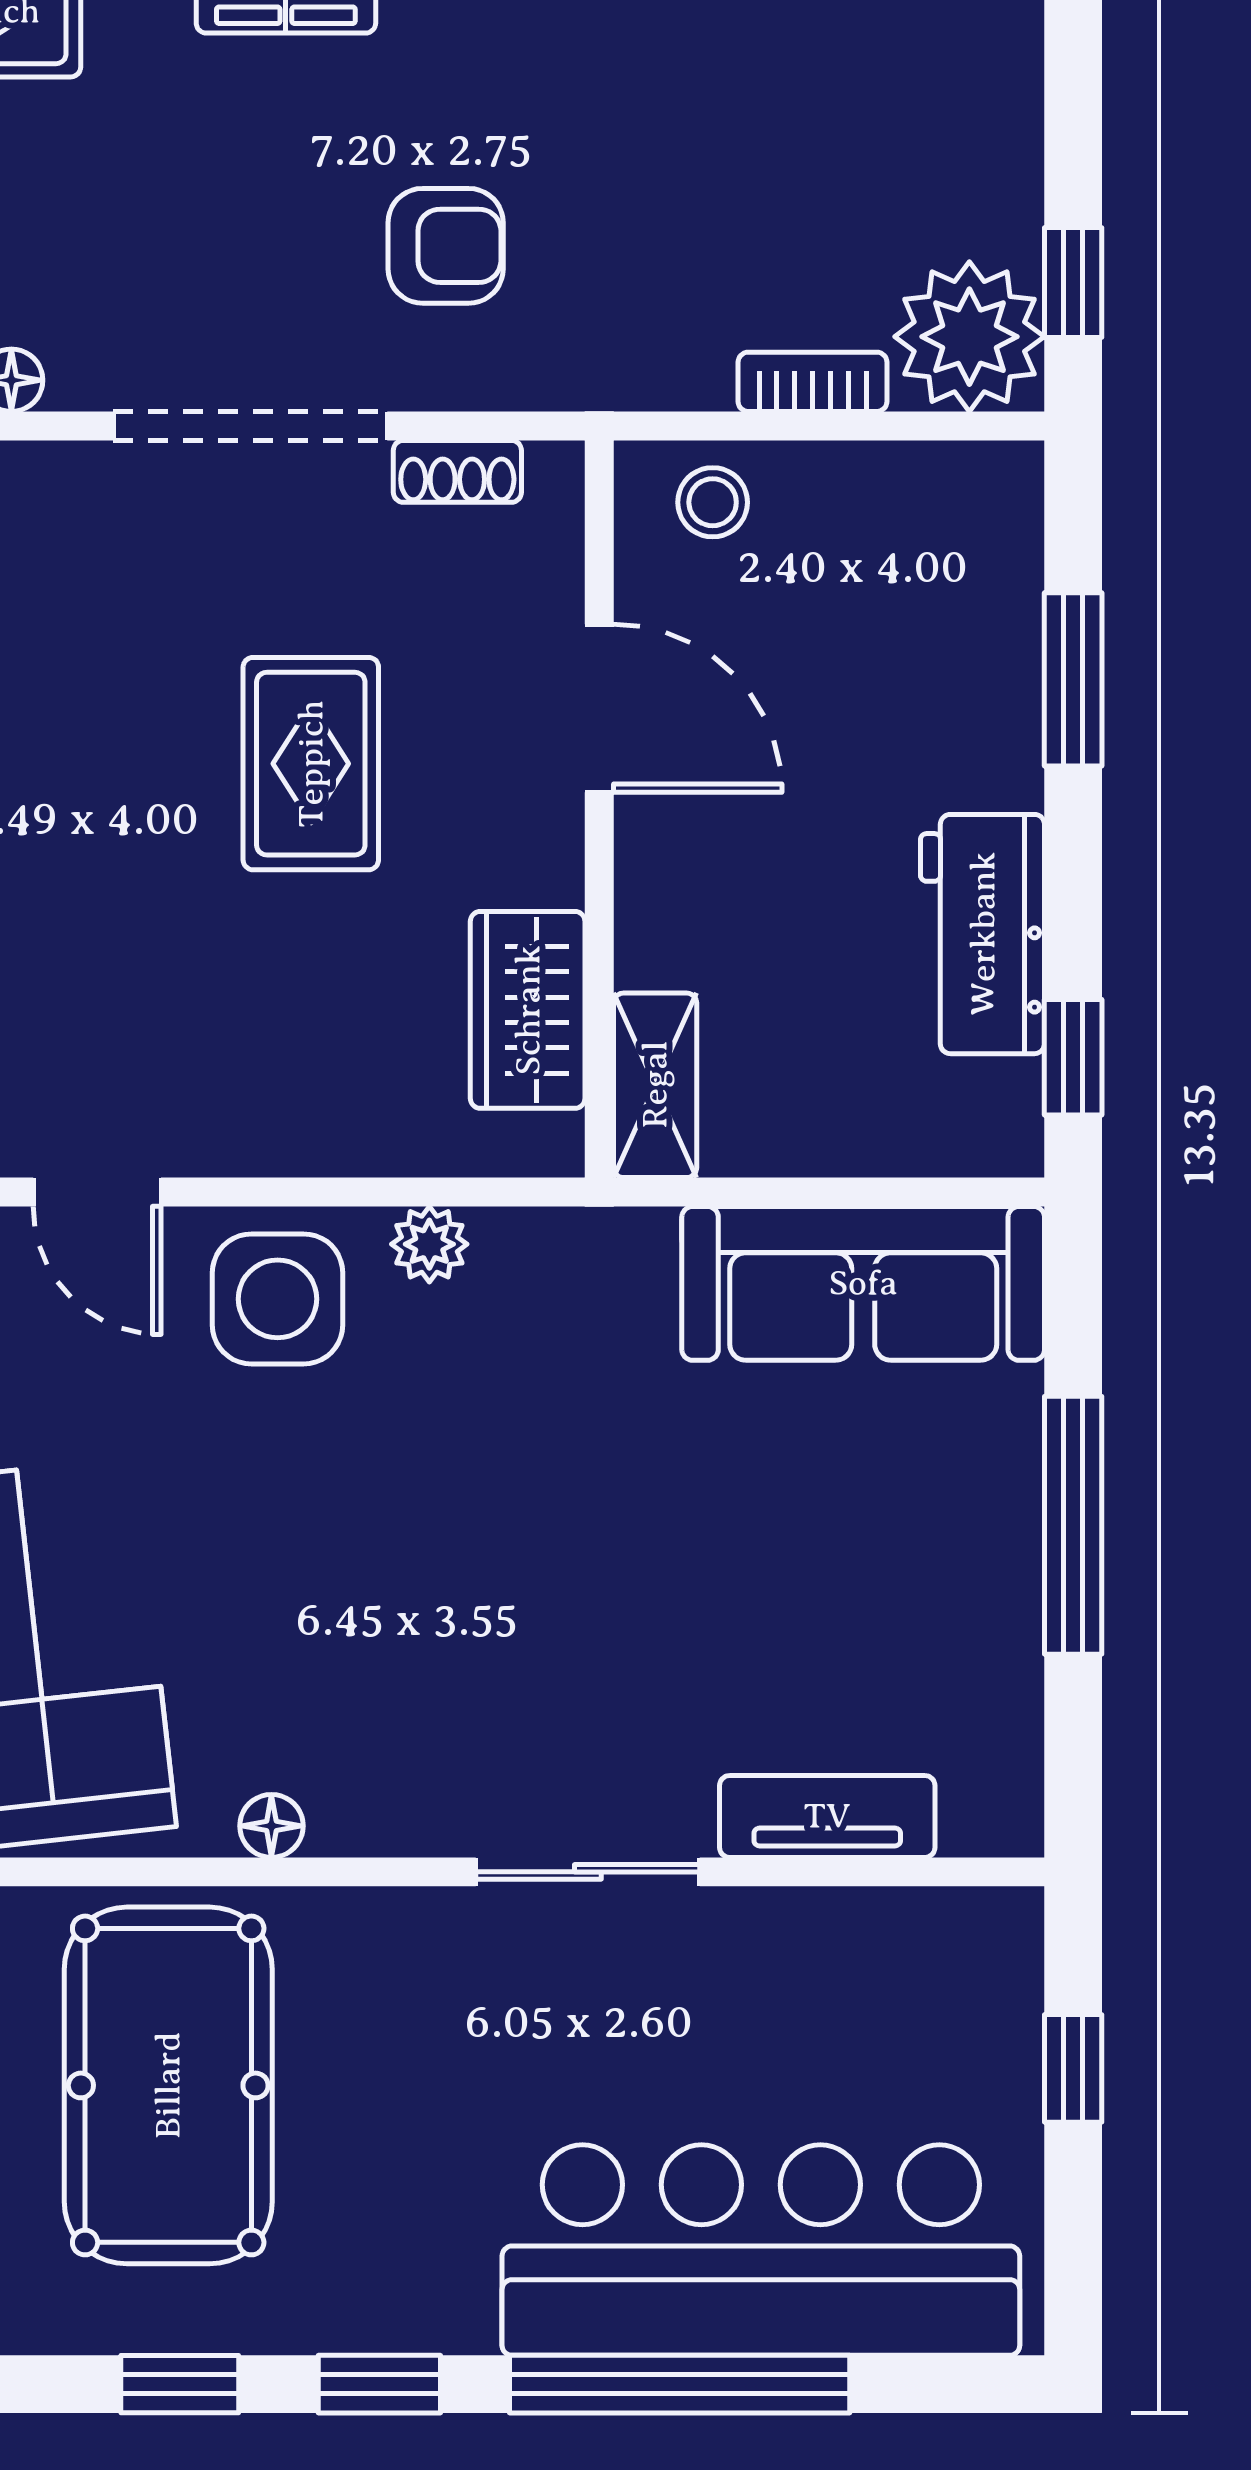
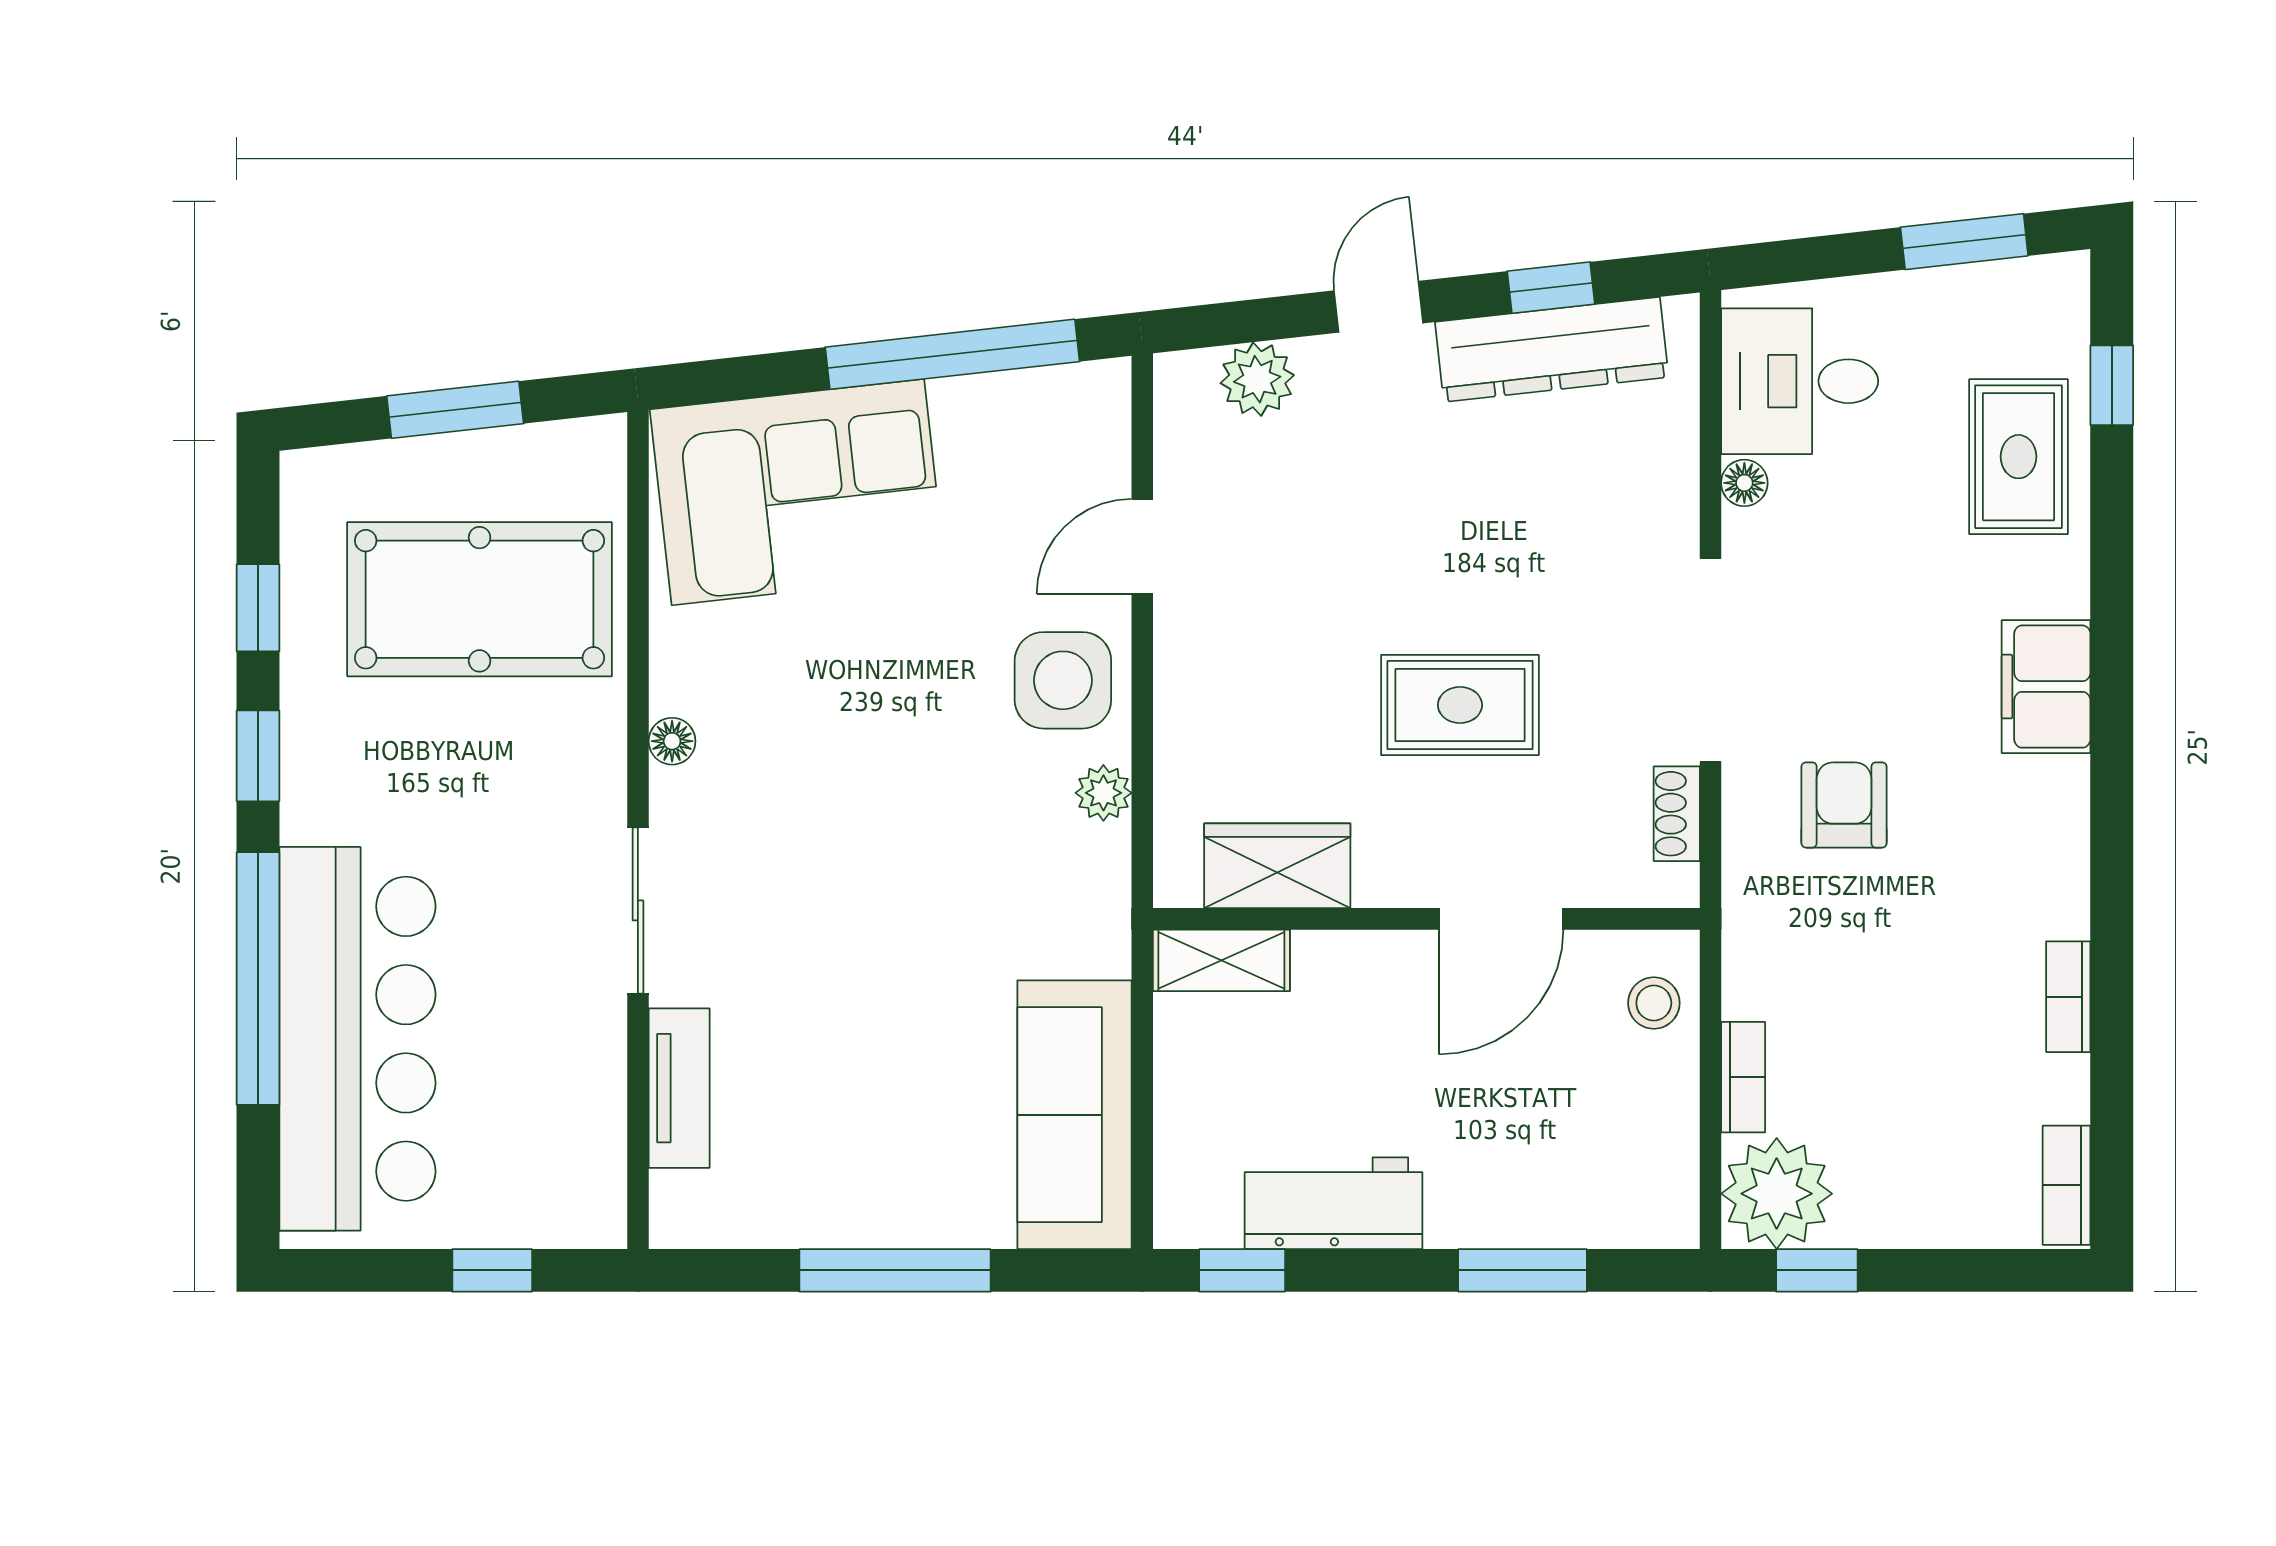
armchair: (446, 246) -> (1844, 805), turned 180
floor lamp: (271, 1826) -> (672, 741), moved

